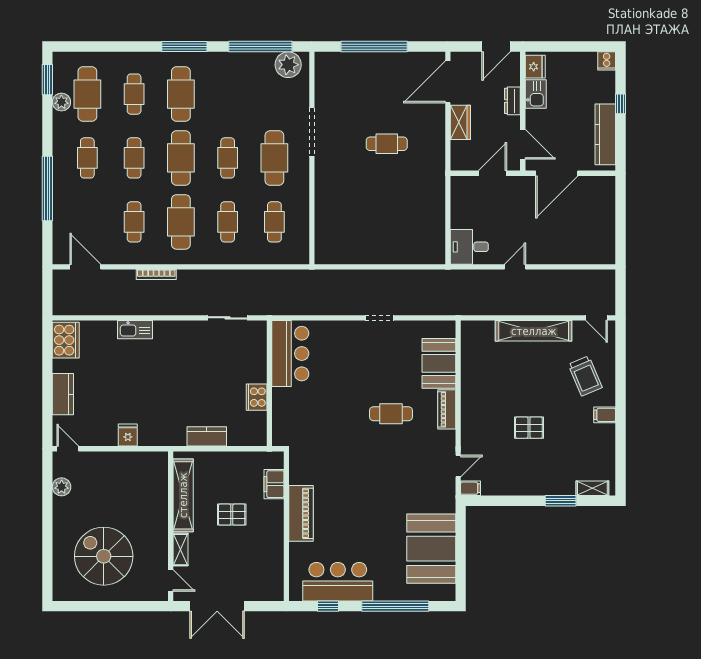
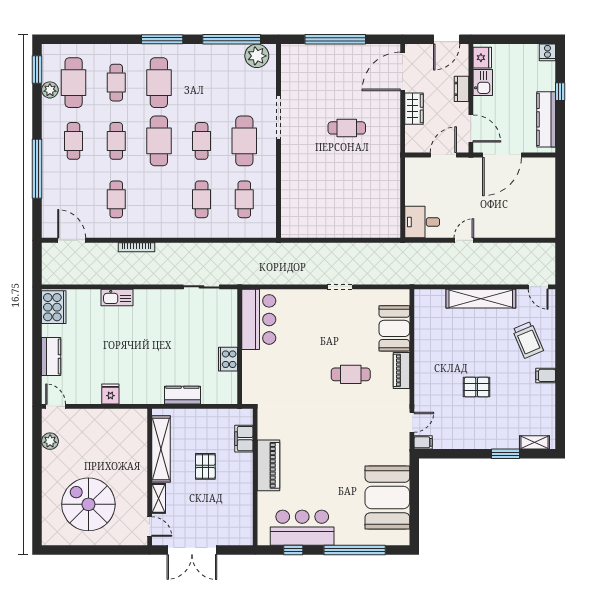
cafe table: (181, 222) -> (159, 199), removed
pallet: (232, 515) -> (205, 466), turned 90

